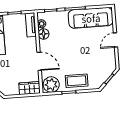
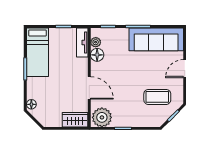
coffee table: (77, 81) -> (157, 97), moved

